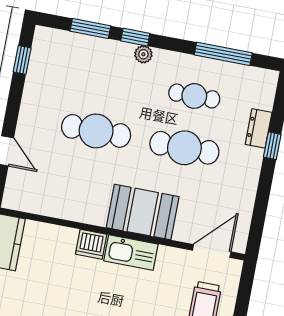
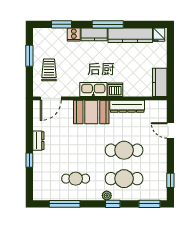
window: (90, 29) -> (149, 204), moved
dresser: (259, 128) -> (38, 141), moved
cafe table: (184, 148) -> (124, 179), moved
dresser: (75, 210) -> (127, 106), added

